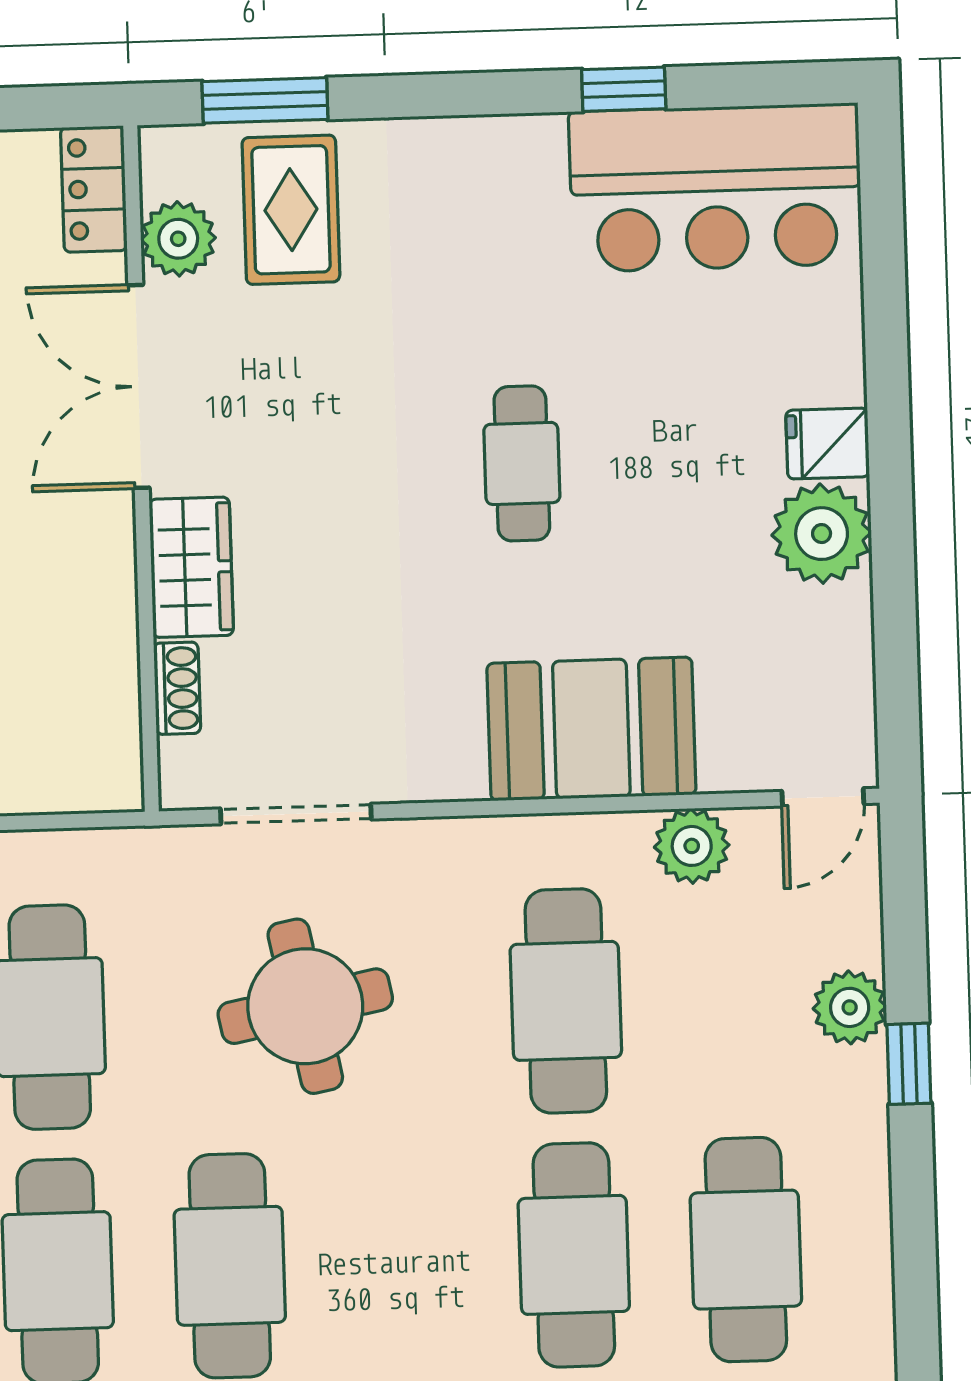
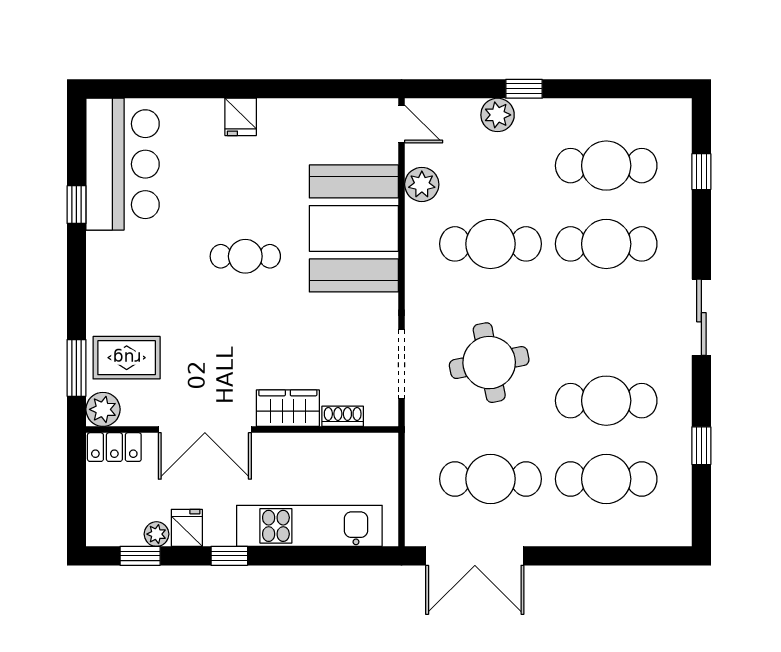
plant: (178, 239) -> (103, 409), moved
plant: (822, 534) -> (282, 121), removed
booth: (591, 729) -> (354, 228), width x1.36, depth x1.42

